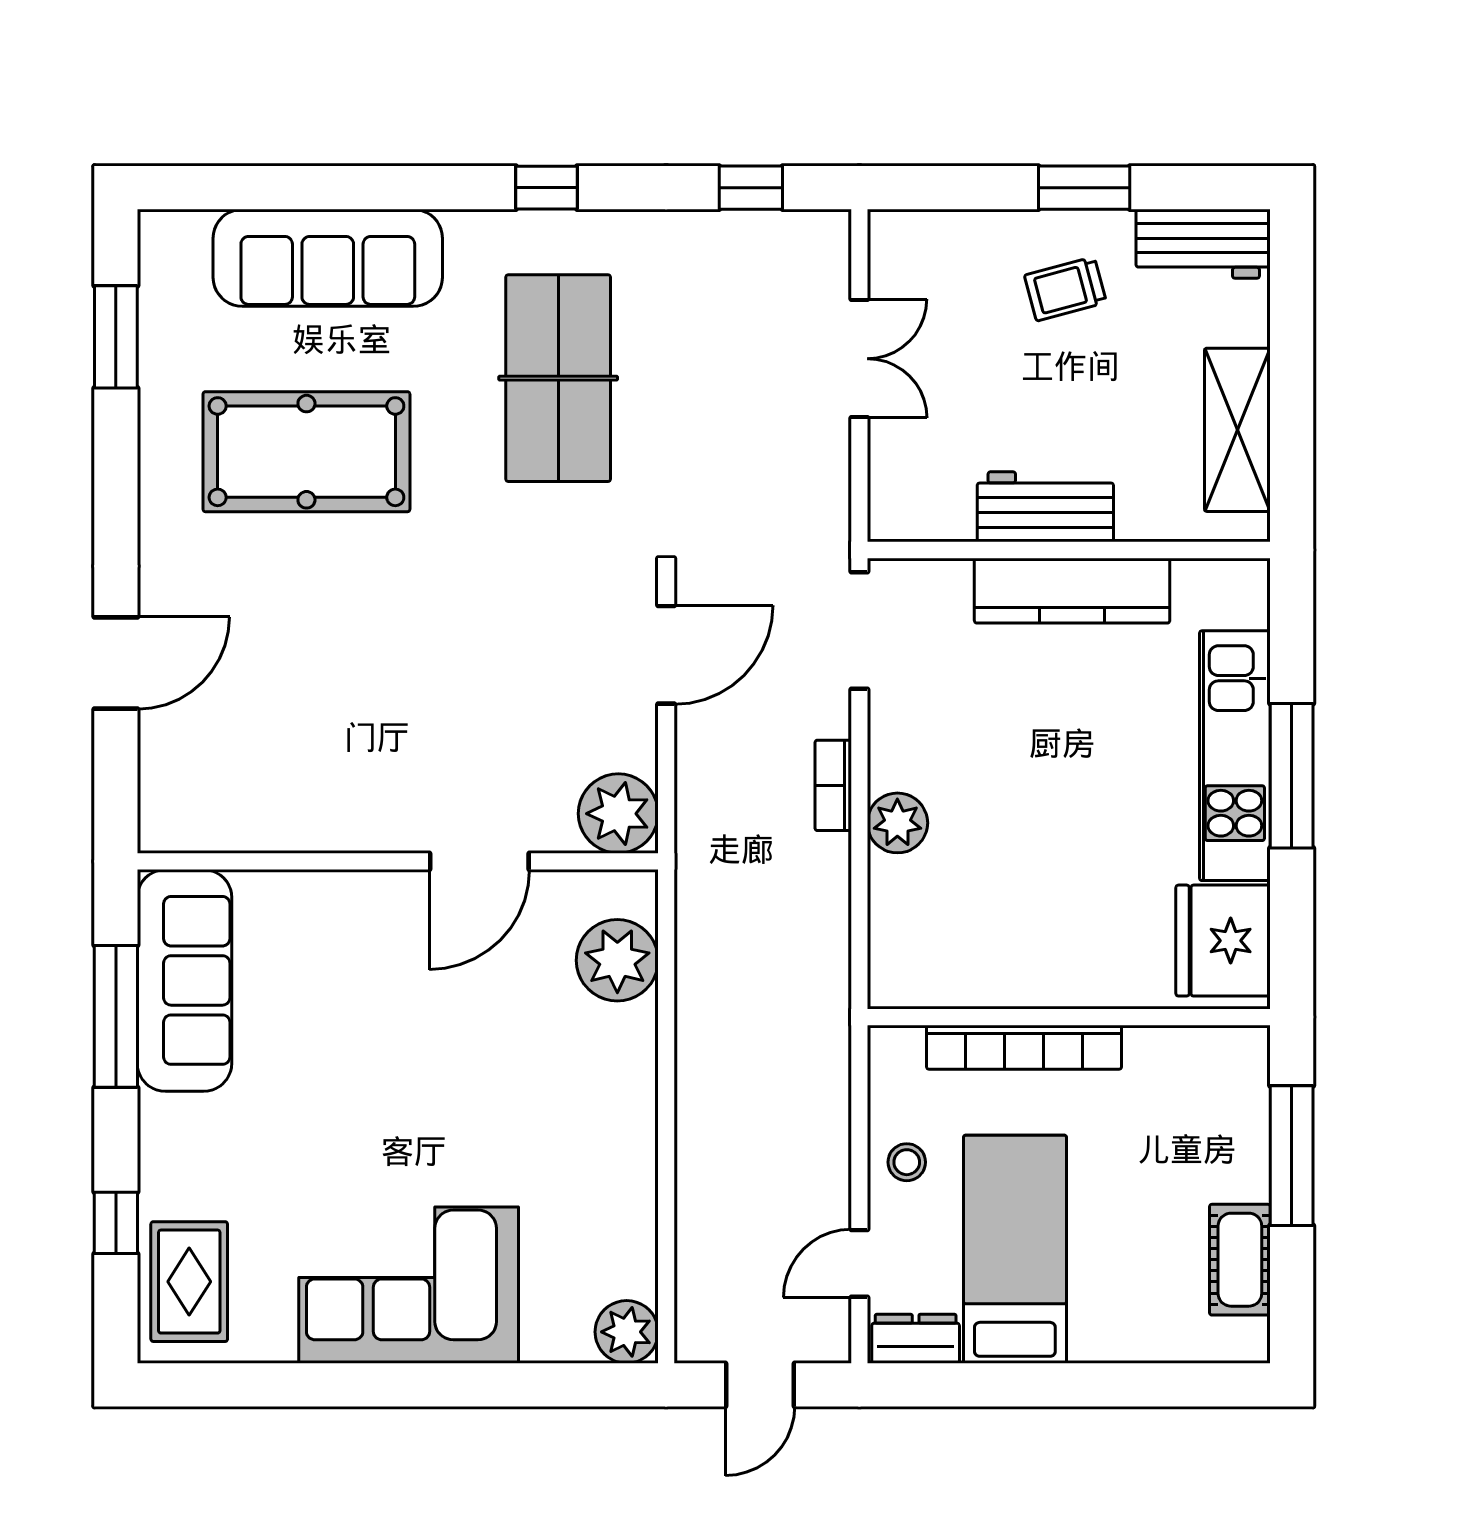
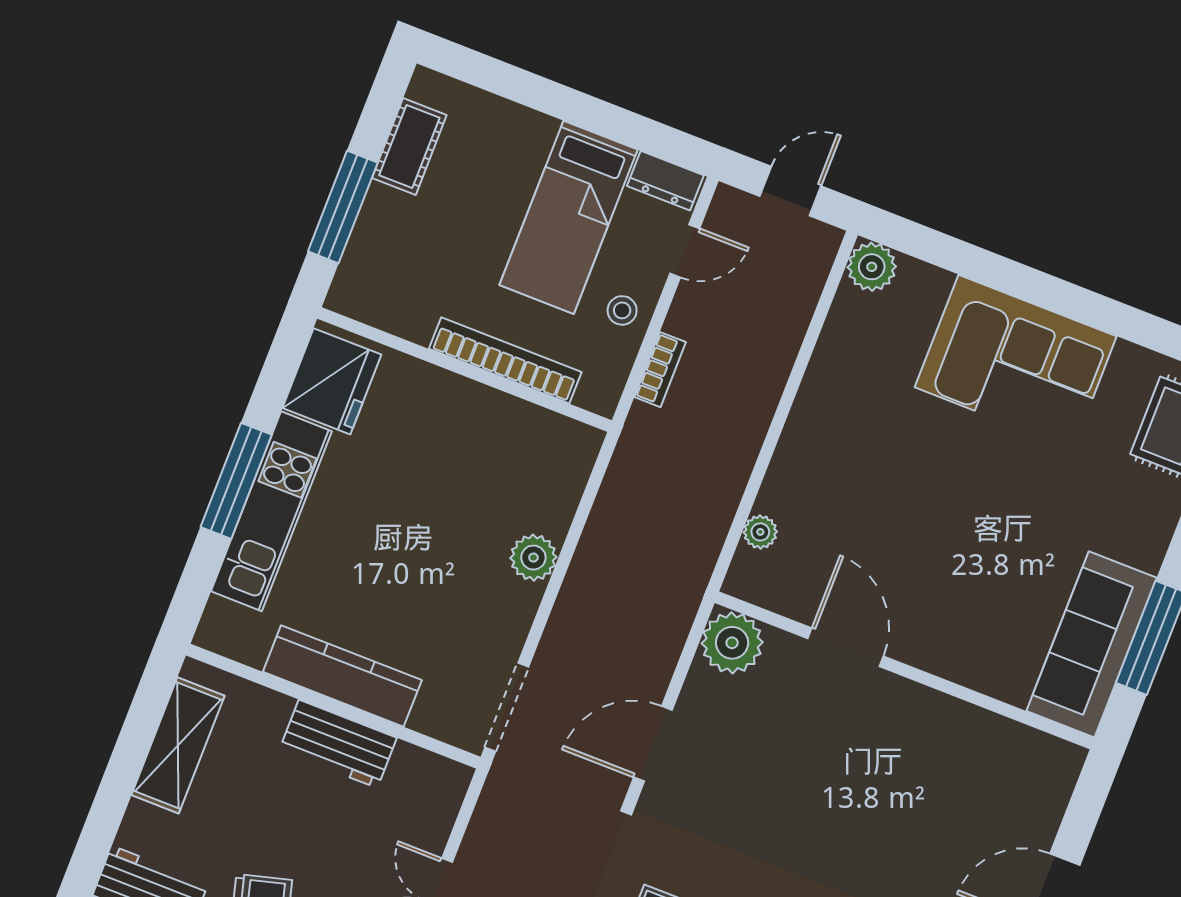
bookcase: (833, 785) -> (660, 370), moved
door: (479, 861) -> (846, 647), hinge flipped
plant: (617, 960) -> (760, 532), width x0.53, depth x0.53

